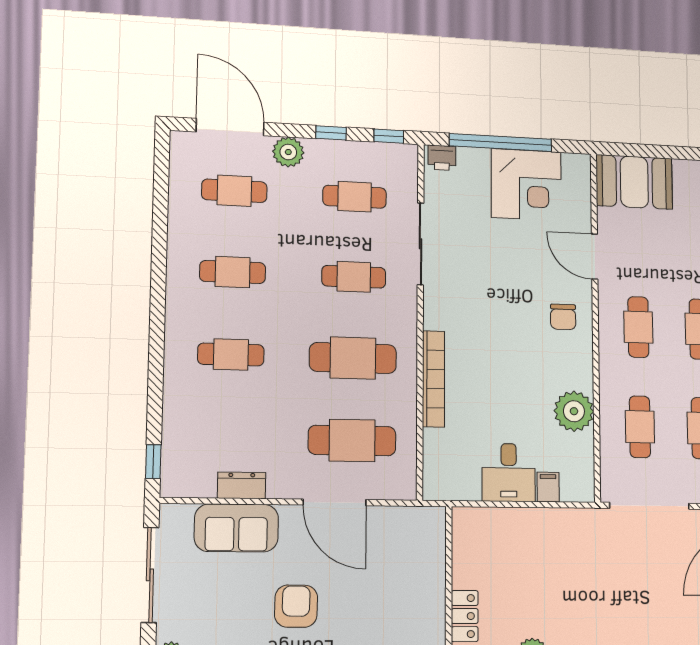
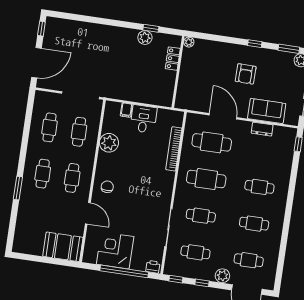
bookcase: (434, 379) -> (174, 149), moved

